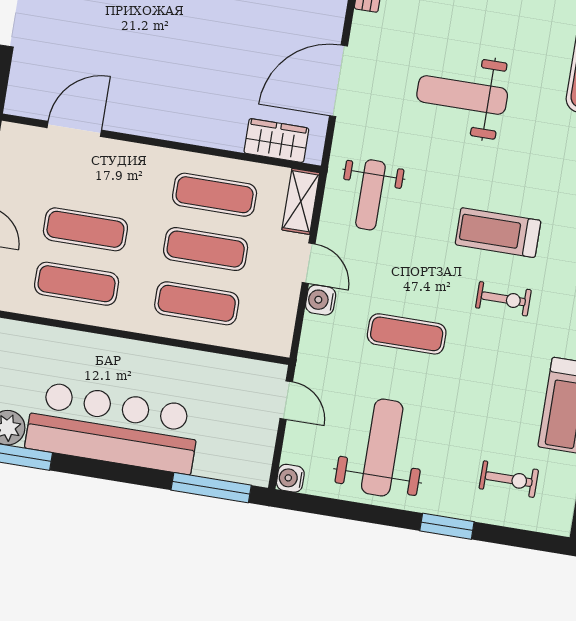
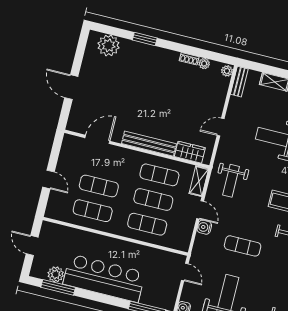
door: (338, 81) -> (221, 127), width x0.53
bench: (187, 129) -> (149, 144), added

